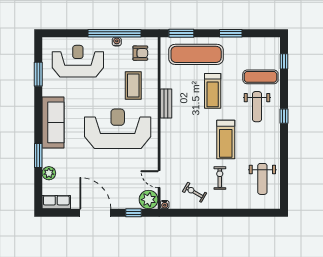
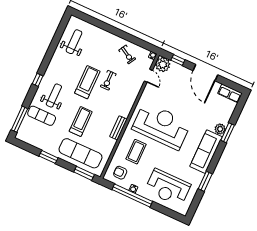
window: (284, 61) -> (19, 119), width x2.17
window: (38, 74) -> (205, 181), moved
reception desk: (118, 129) -> (162, 126), turned 180
plant: (49, 173) -> (220, 129), moved
exercise bike: (220, 178) -> (108, 80), moved

